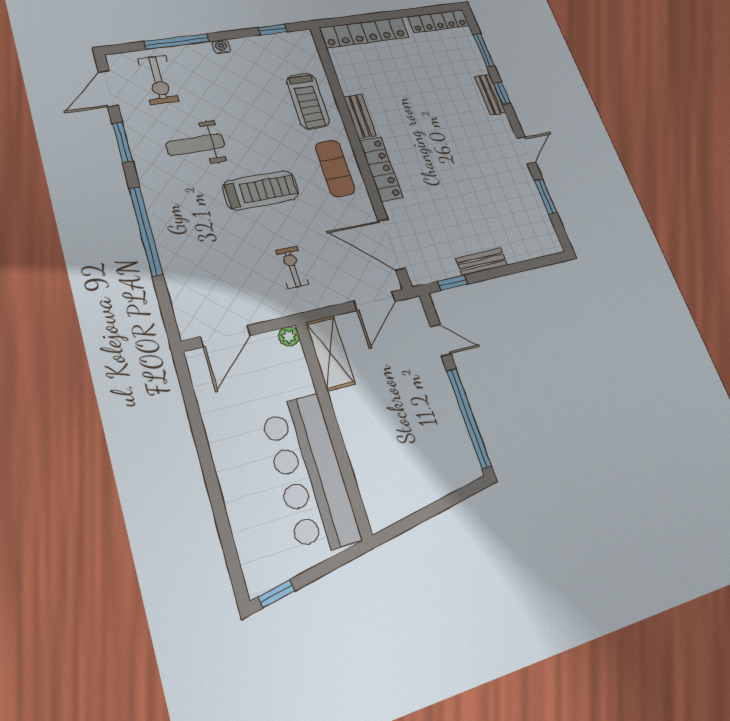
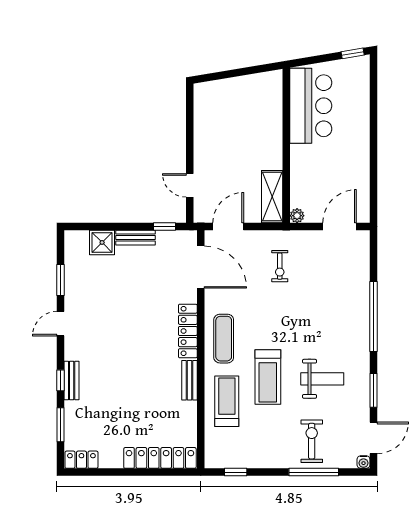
locker: (439, 21) -> (81, 460), width x0.66
water cooler: (221, 47) -> (364, 462), moved
exercise bike: (158, 80) -> (312, 441), moved
treadmill: (261, 190) -> (268, 377), moved, turned -90
shower: (517, 247) -> (102, 242), added
window: (469, 418) -> (190, 125), removed
bar counter: (310, 474) -> (311, 106), width x0.73

